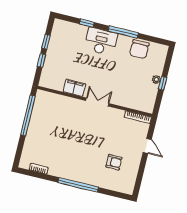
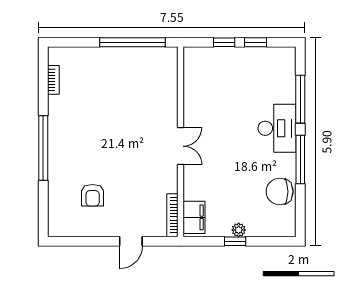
window: (87, 23) -> (300, 99), width x2.17
filing cabinet: (74, 88) -> (194, 217), moved

